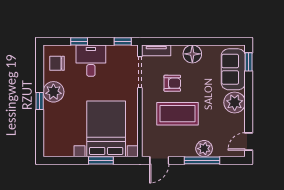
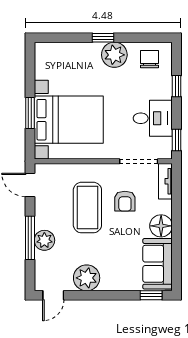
desk: (91, 61) -> (153, 118), moved
sofa: (233, 69) -> (158, 264), moved, turned -90
plant: (235, 102) -> (87, 278), moved
door: (249, 141) -> (53, 295), swing flipped

